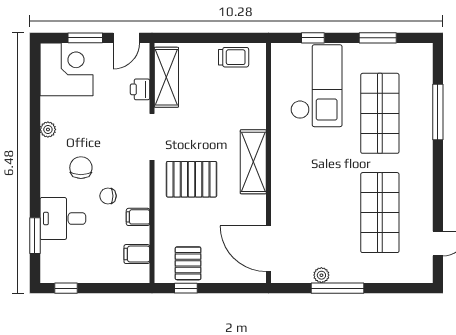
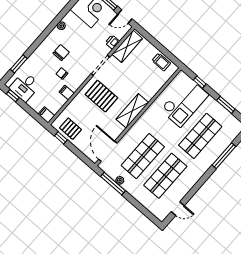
shop shelf: (324, 213) -> (143, 156), added
desk: (63, 219) -> (25, 87), moved, turned -90
filing cabinet: (137, 254) -> (46, 115), moved
pallet: (188, 263) -> (70, 129), turned 90
window: (338, 288) -> (113, 184), moved

